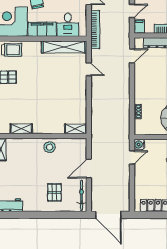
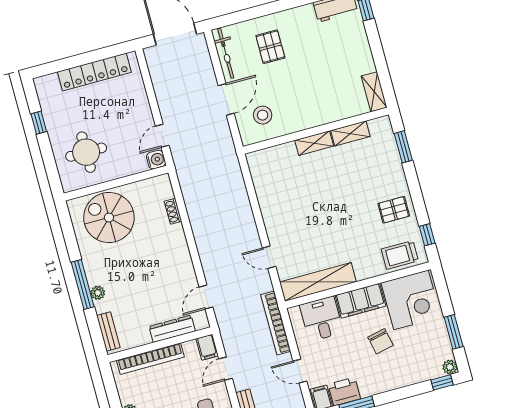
shelving: (76, 129) -> (314, 143), moved
stool: (50, 147) -> (263, 115), moved

